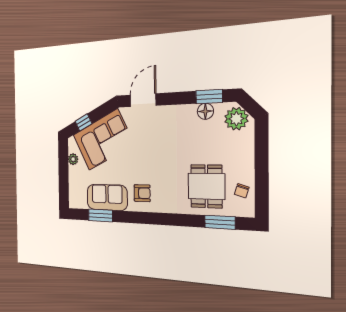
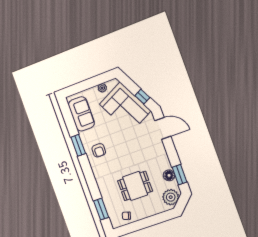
window: (84, 122) -> (142, 97), moved
dining table: (206, 186) -> (135, 186), moved
sofa: (107, 197) -> (81, 114), moved
window: (100, 215) -> (78, 145), moved

